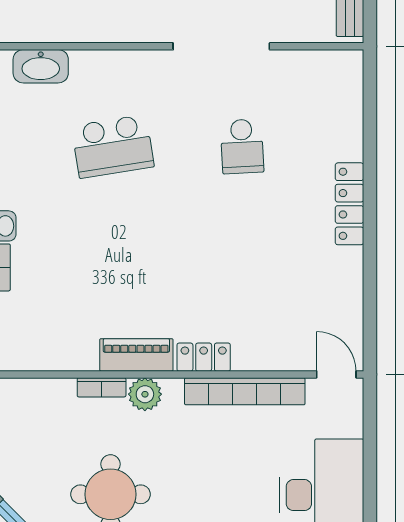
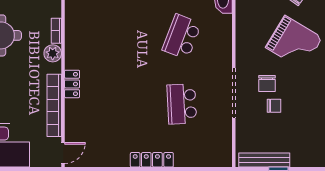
school desk: (113, 146) -> (182, 37), turned 30
school desk: (242, 146) -> (182, 104), width x1.85
piano: (136, 355) -> (73, 49), removed

